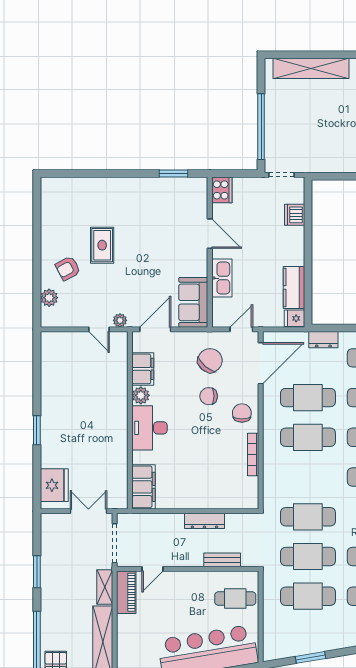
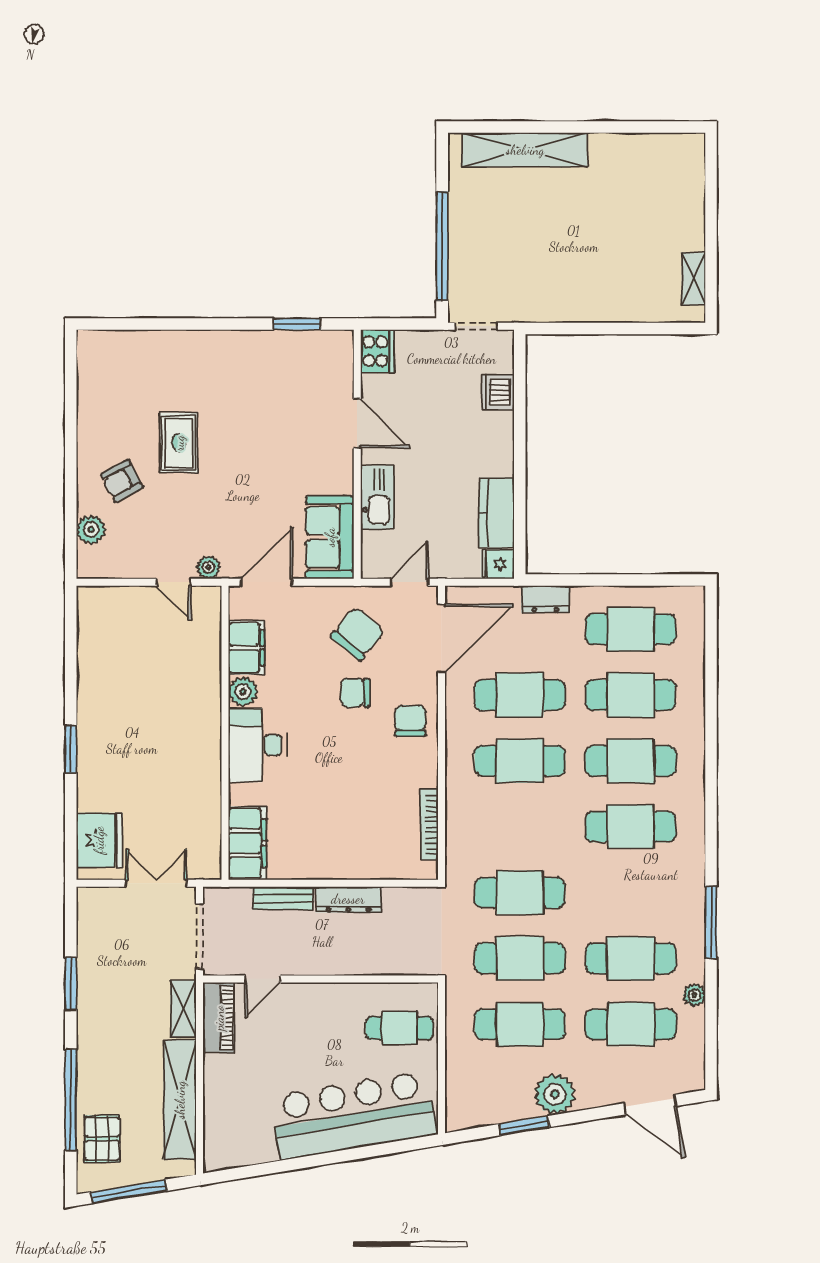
bookcase: (253, 455) -> (429, 824), moved
bench: (222, 560) -> (283, 898), moved
plant: (329, 638) -> (555, 1094), added

